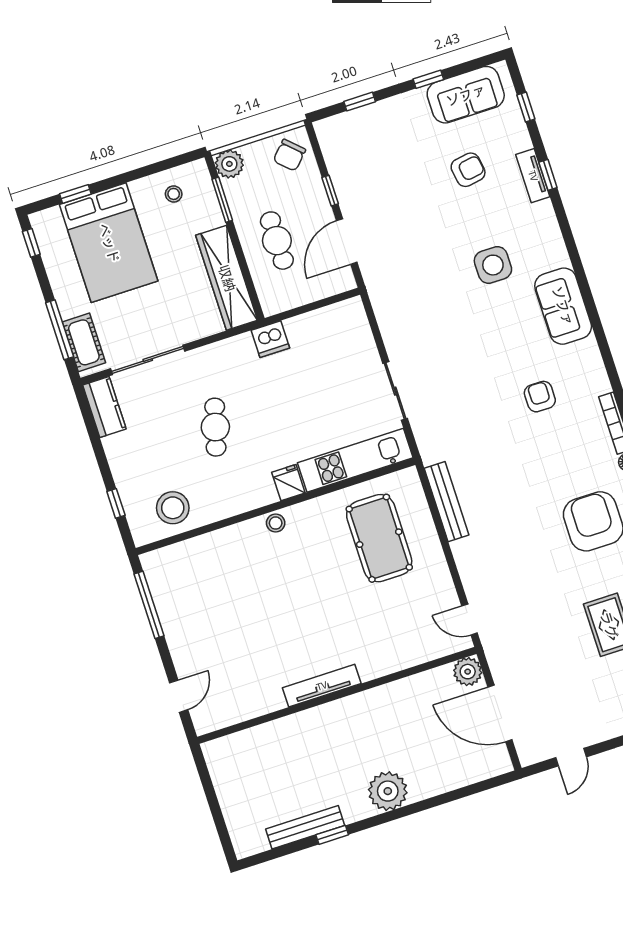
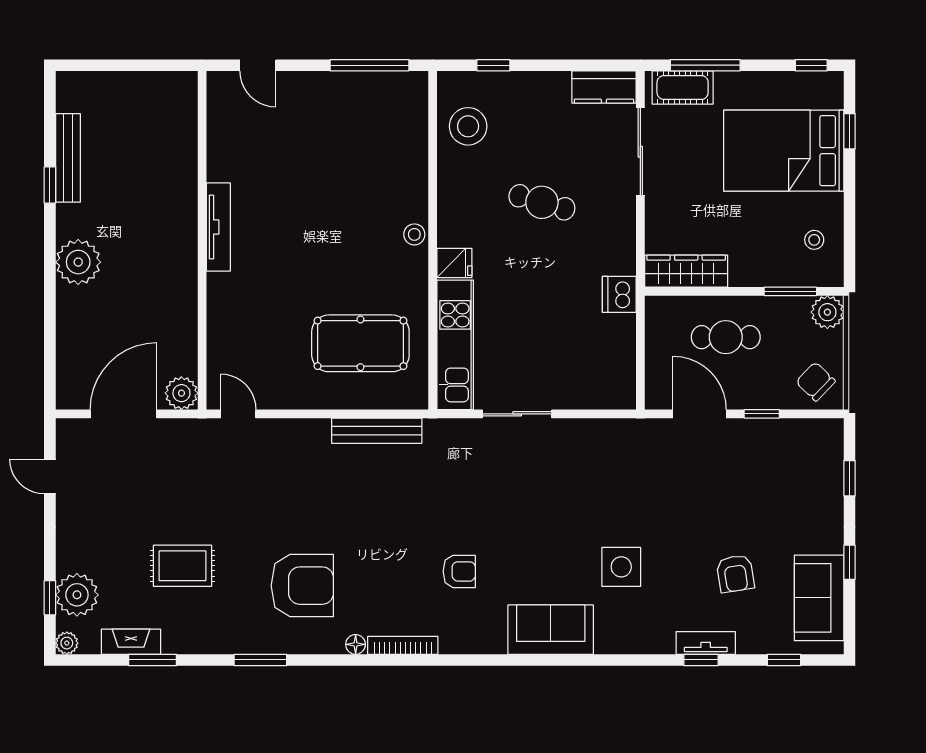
wardrobe: (227, 278) -> (686, 271), width x0.71, depth x0.85
door: (469, 620) -> (238, 414), hinge flipped

